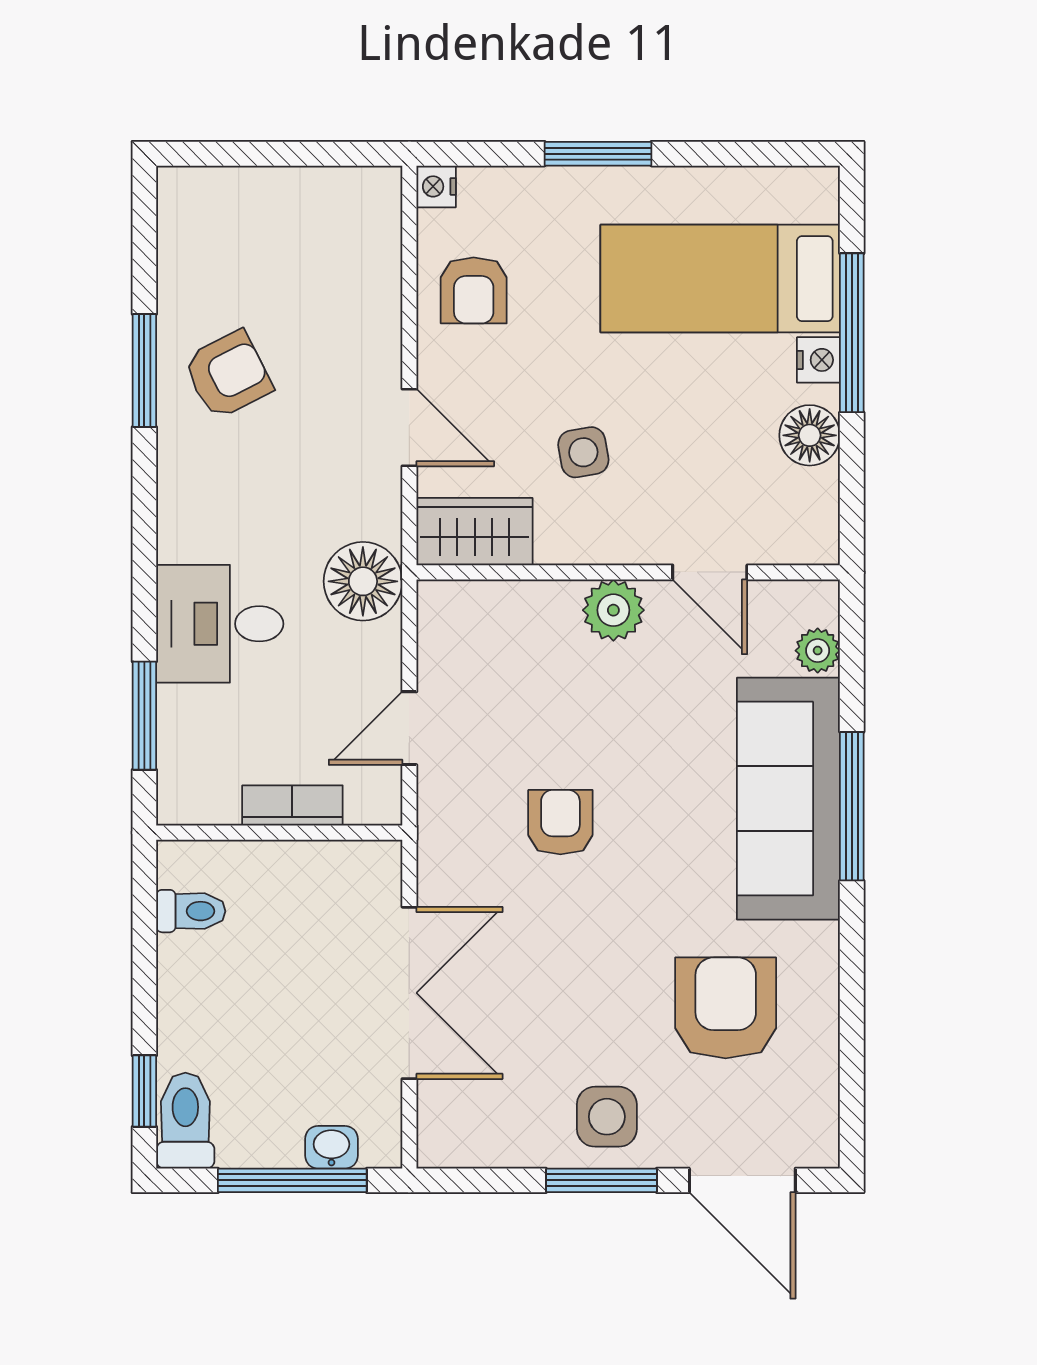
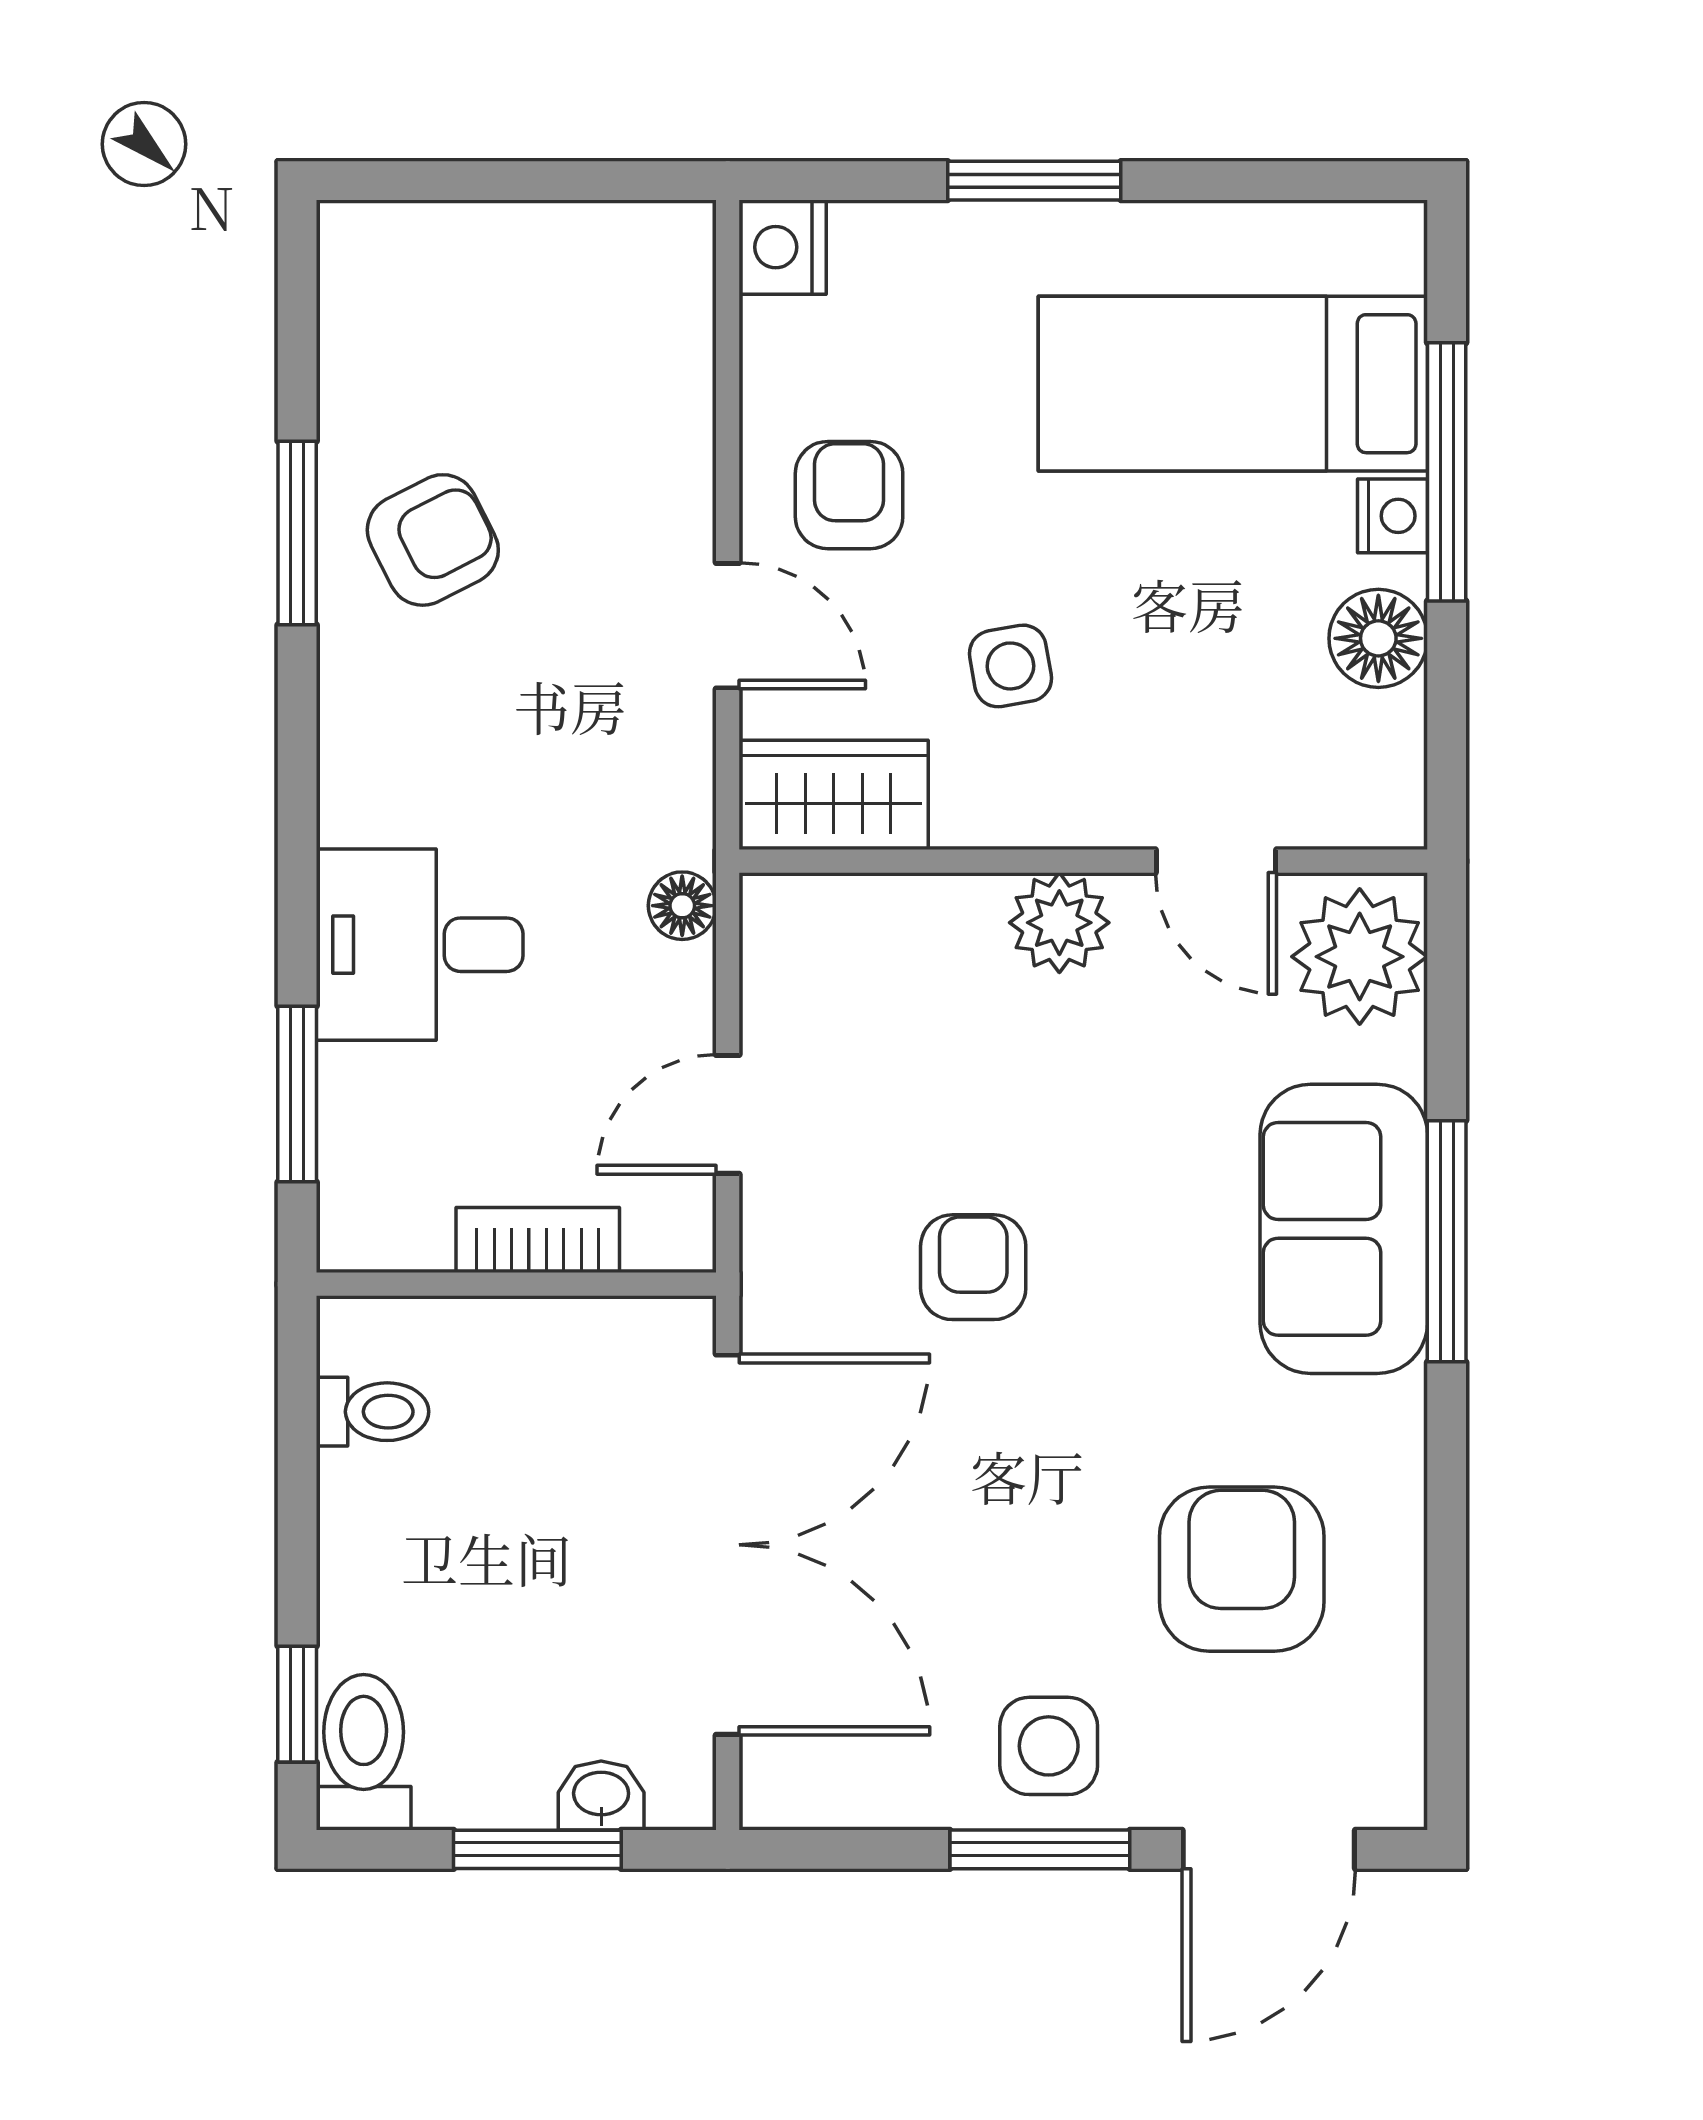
nightstand: (436, 186) -> (783, 247), width x1.39, depth x1.35
armchair: (474, 290) -> (849, 495), moved, turned 180
floor lamp: (363, 581) -> (682, 906), width x0.53, depth x0.53
plant: (818, 651) -> (1360, 957), width x1.87, depth x1.87
sofa: (788, 799) -> (1344, 1229), width x0.73
double door: (409, 993) -> (728, 1545), width x1.36
window: (292, 1180) -> (537, 1849), width x0.69
door: (742, 1180) -> (1269, 1849), hinge flipped

